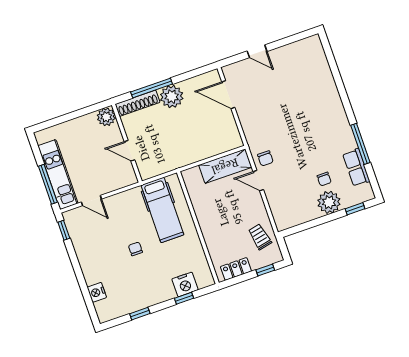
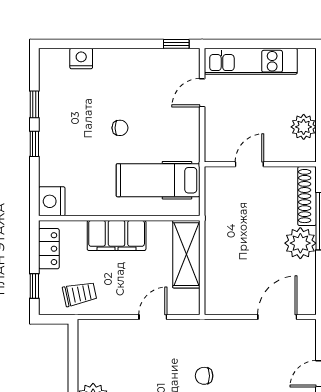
plant: (106, 117) -> (304, 127), moved
chair: (265, 158) -> (204, 376), moved
shelving: (225, 166) -> (186, 254), moved
window: (48, 184) -> (243, 44), removed
filing cabinet: (211, 225) -> (117, 235), added
nightstand: (185, 284) -> (52, 201), moved
window: (184, 298) -> (34, 144), moved

